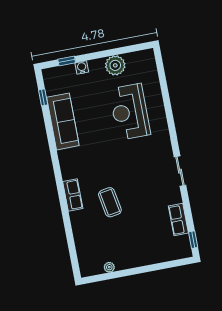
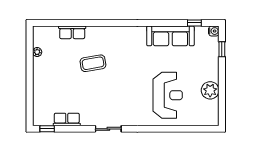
water cooler: (82, 68) -> (214, 31), moved
reception desk: (130, 112) -> (168, 95), turned 90
row of seats: (73, 195) -> (72, 32), moved

